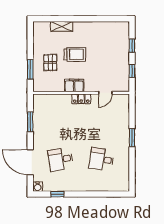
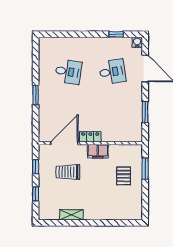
shelving: (62, 26) -> (71, 215), moved
trolley: (75, 54) -> (68, 172), moved
door: (105, 93) -> (64, 143), width x1.87

